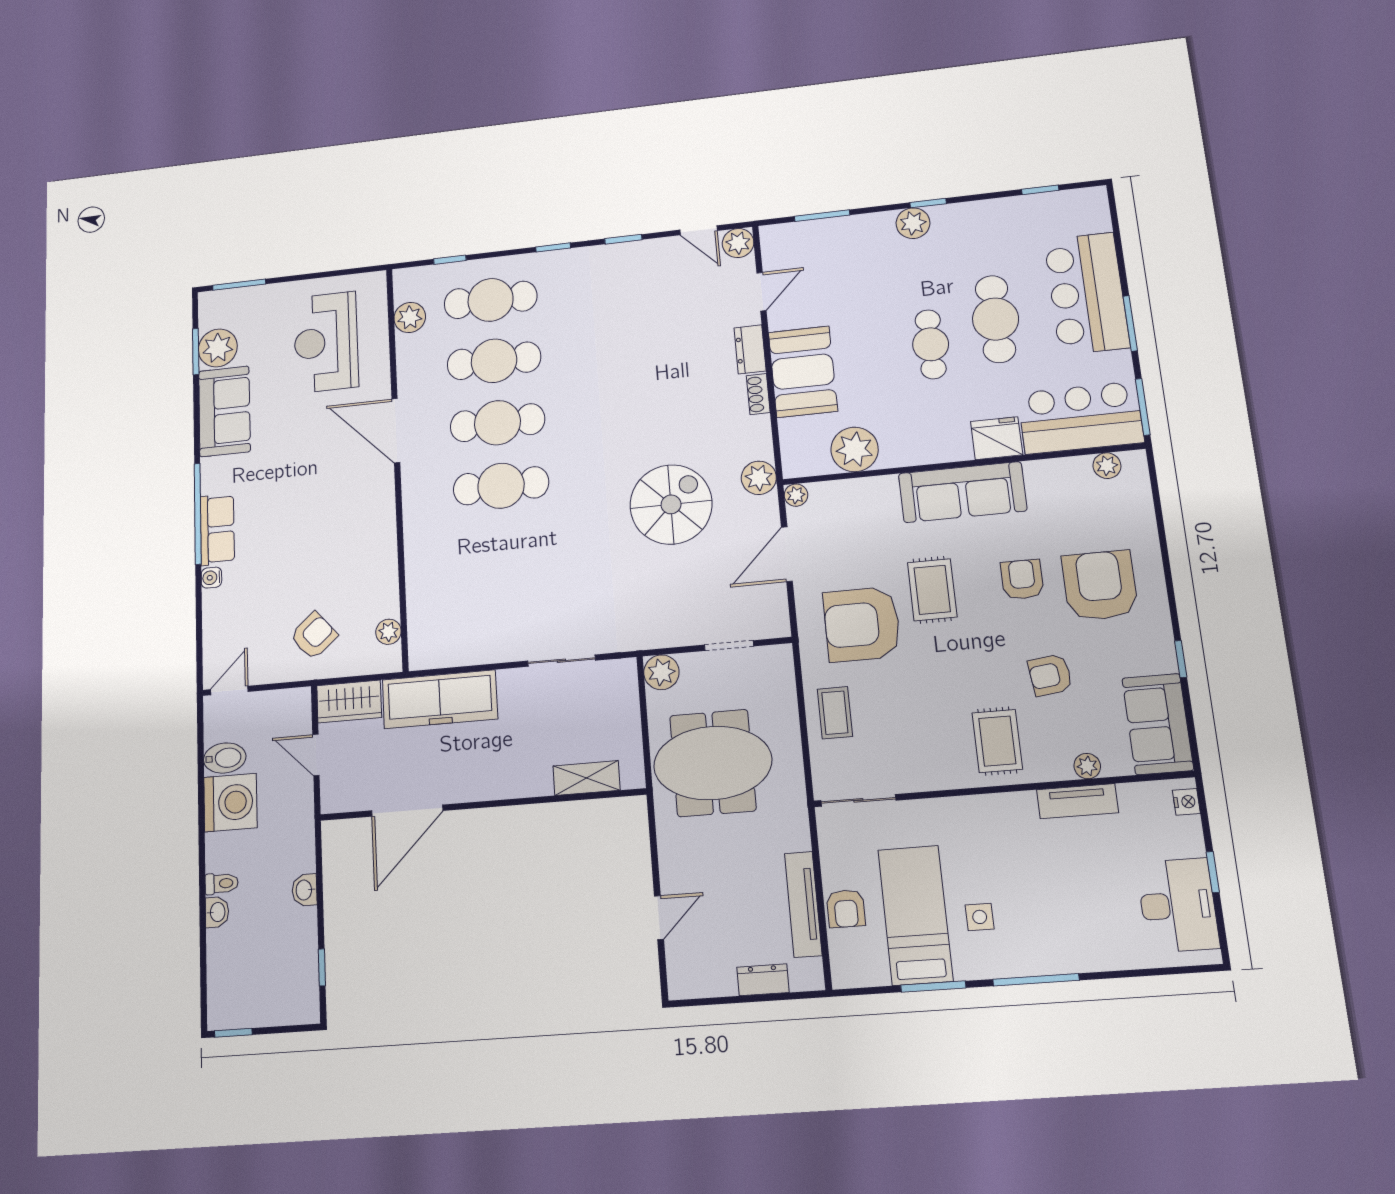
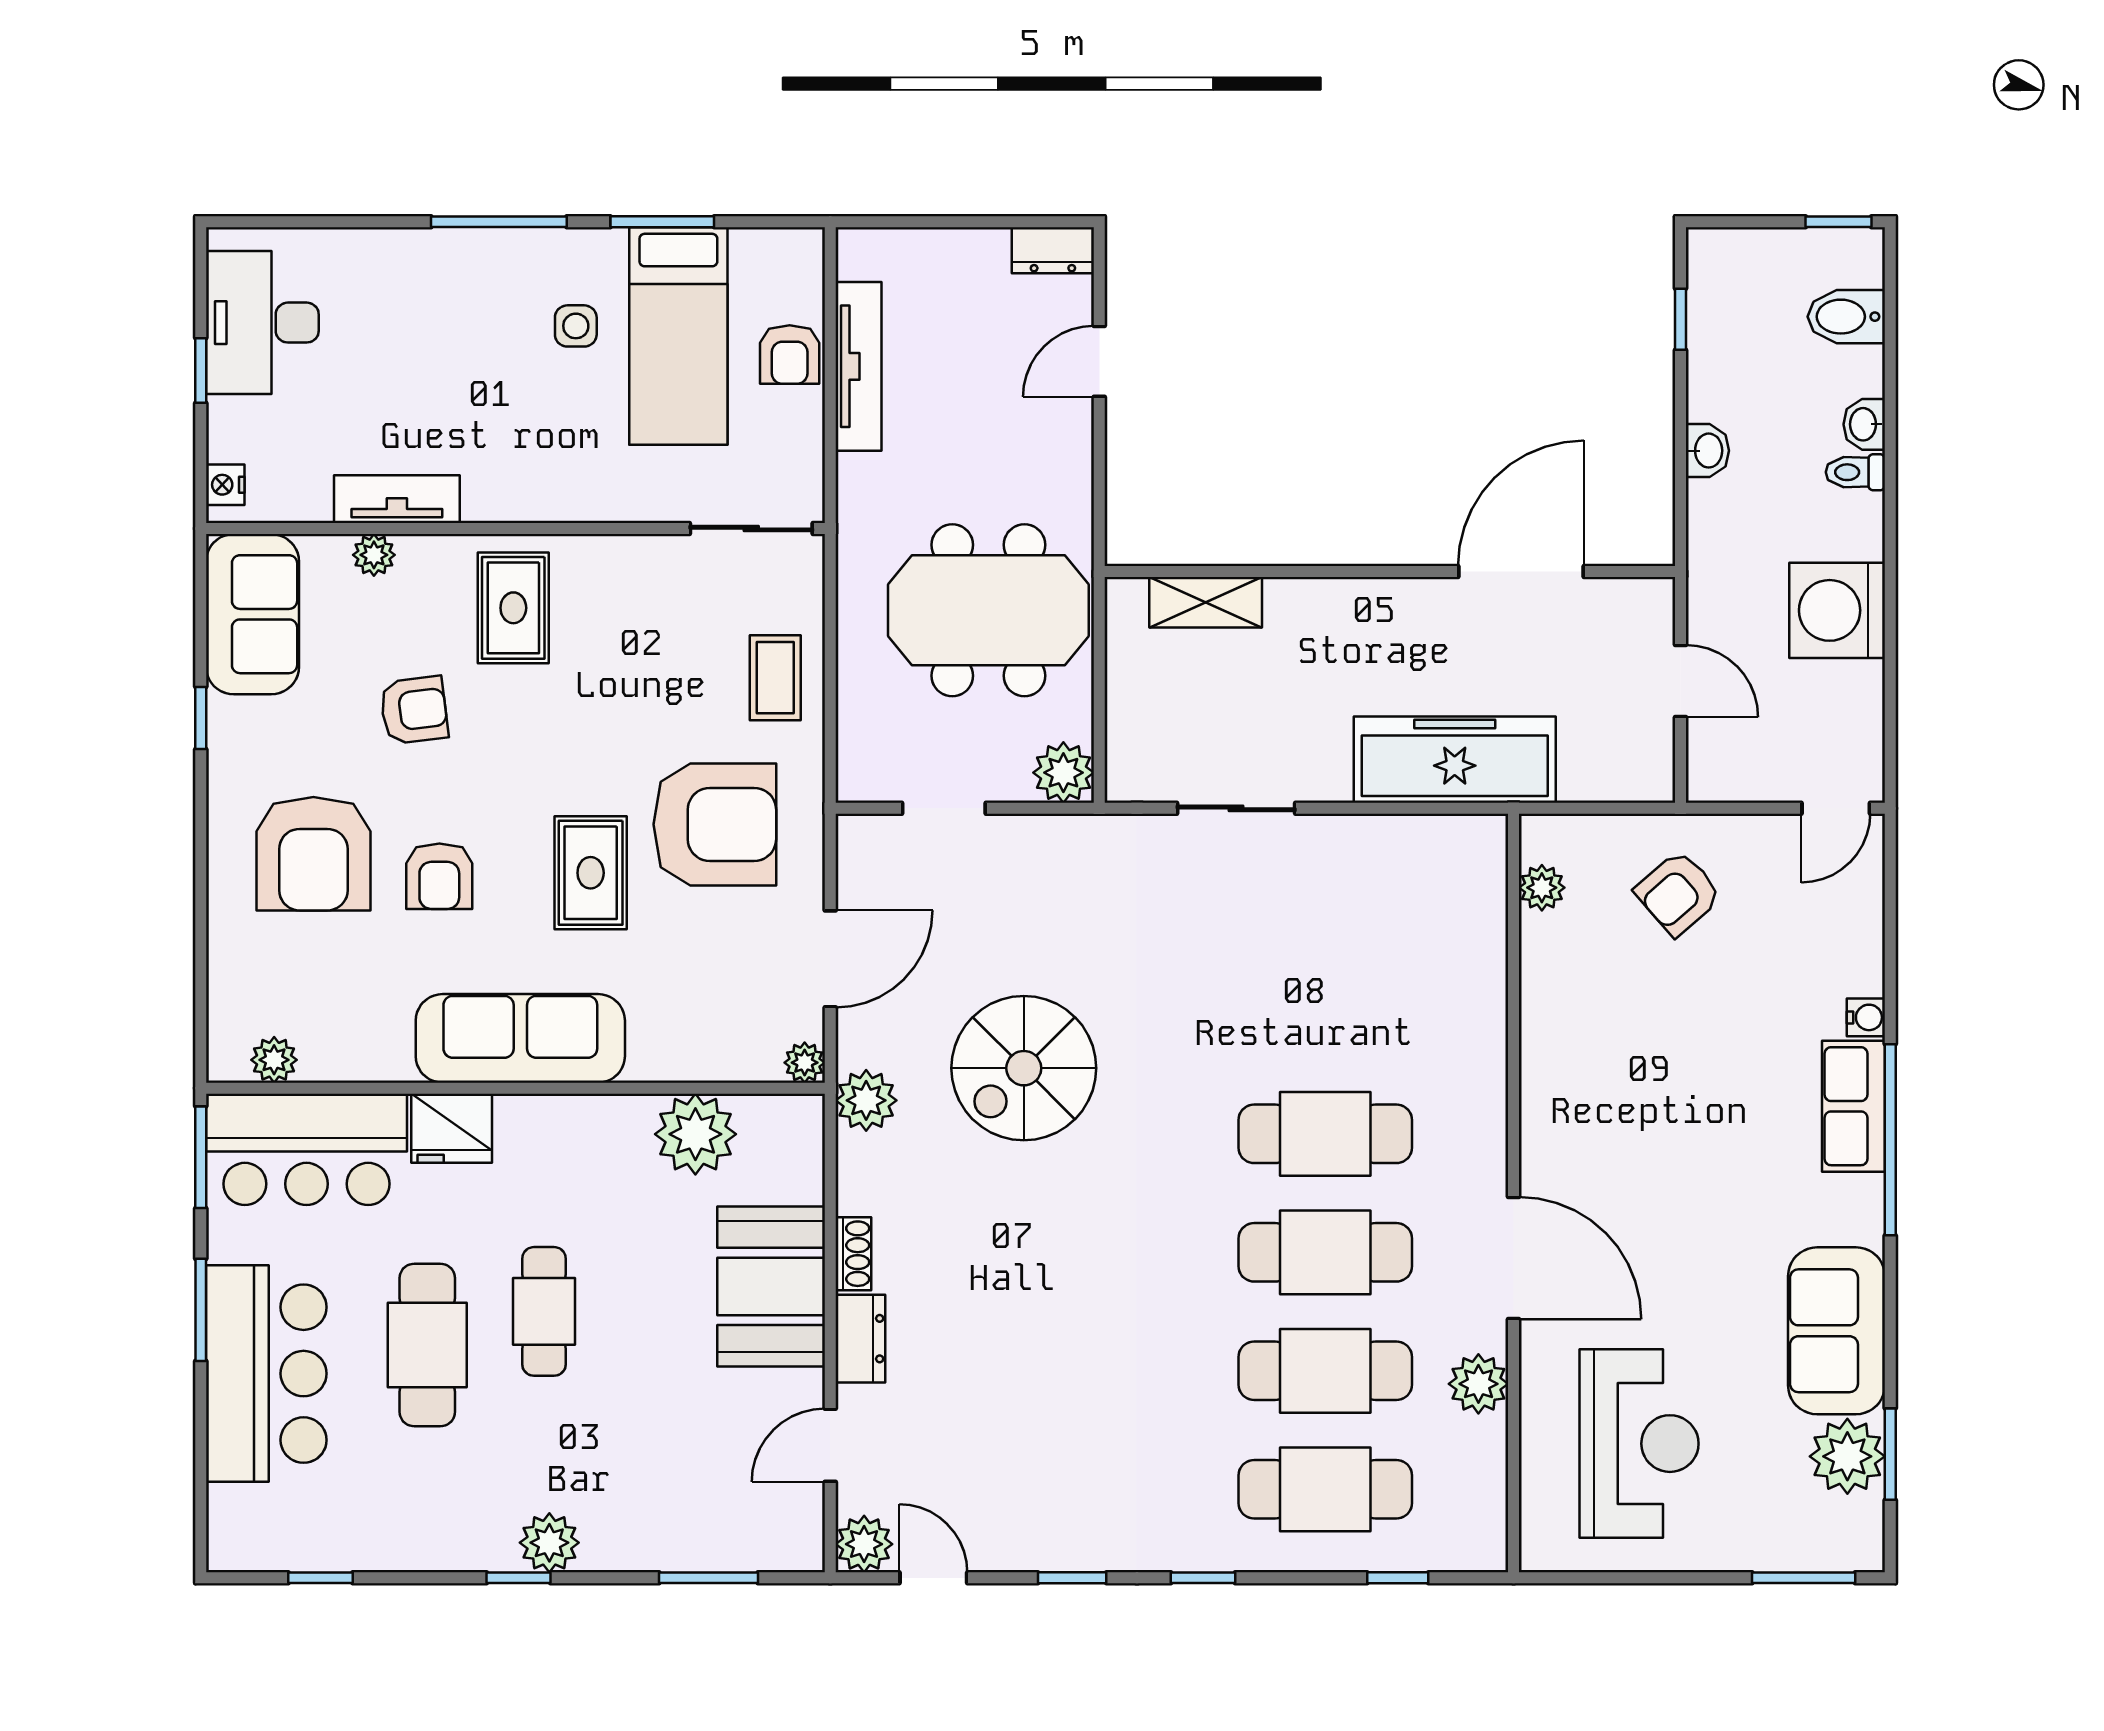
plant: (410, 317) -> (1478, 1384), moved
wardrobe: (349, 702) -> (1618, 770), removed
bidet: (225, 758) -> (1846, 317), moved
armchair: (846, 909) -> (790, 355), turned 180
dresser: (763, 980) -> (1053, 250), moved

